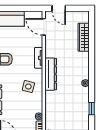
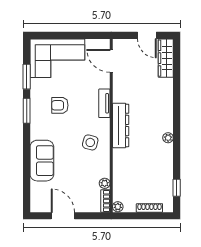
door: (59, 8) -> (147, 35), moved
wardrobe: (84, 37) -> (166, 58), moved
window: (92, 109) -> (177, 188), moved

